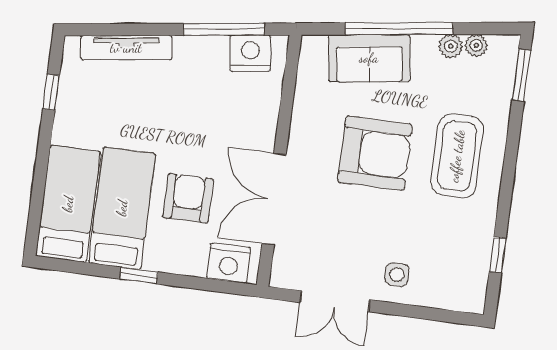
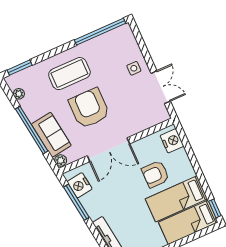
plant: (451, 46) -> (61, 160), moved
double door: (274, 199) -> (108, 150), moved
window: (498, 255) -> (100, 32), width x3.17
window: (139, 275) -> (215, 208), moved

